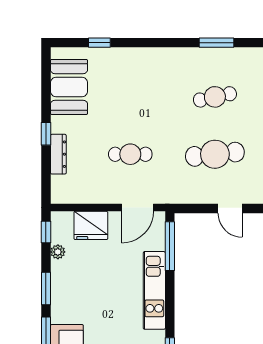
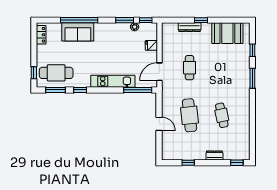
window: (217, 43) -> (252, 78), moved
door: (138, 208) -> (159, 72), hinge flipped
door: (230, 208) -> (159, 124), swing flipped
fridge: (91, 225) -> (151, 45), width x0.53, depth x0.75
window: (46, 289) -> (125, 20), moved

